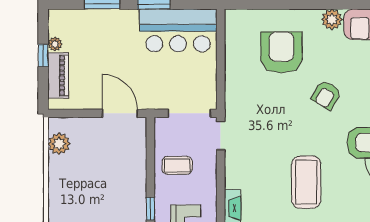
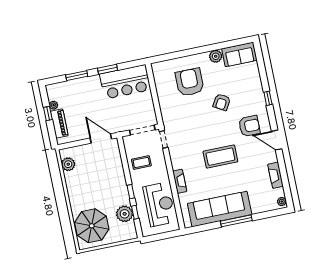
coffee table: (306, 182) -> (220, 157), turned 90

